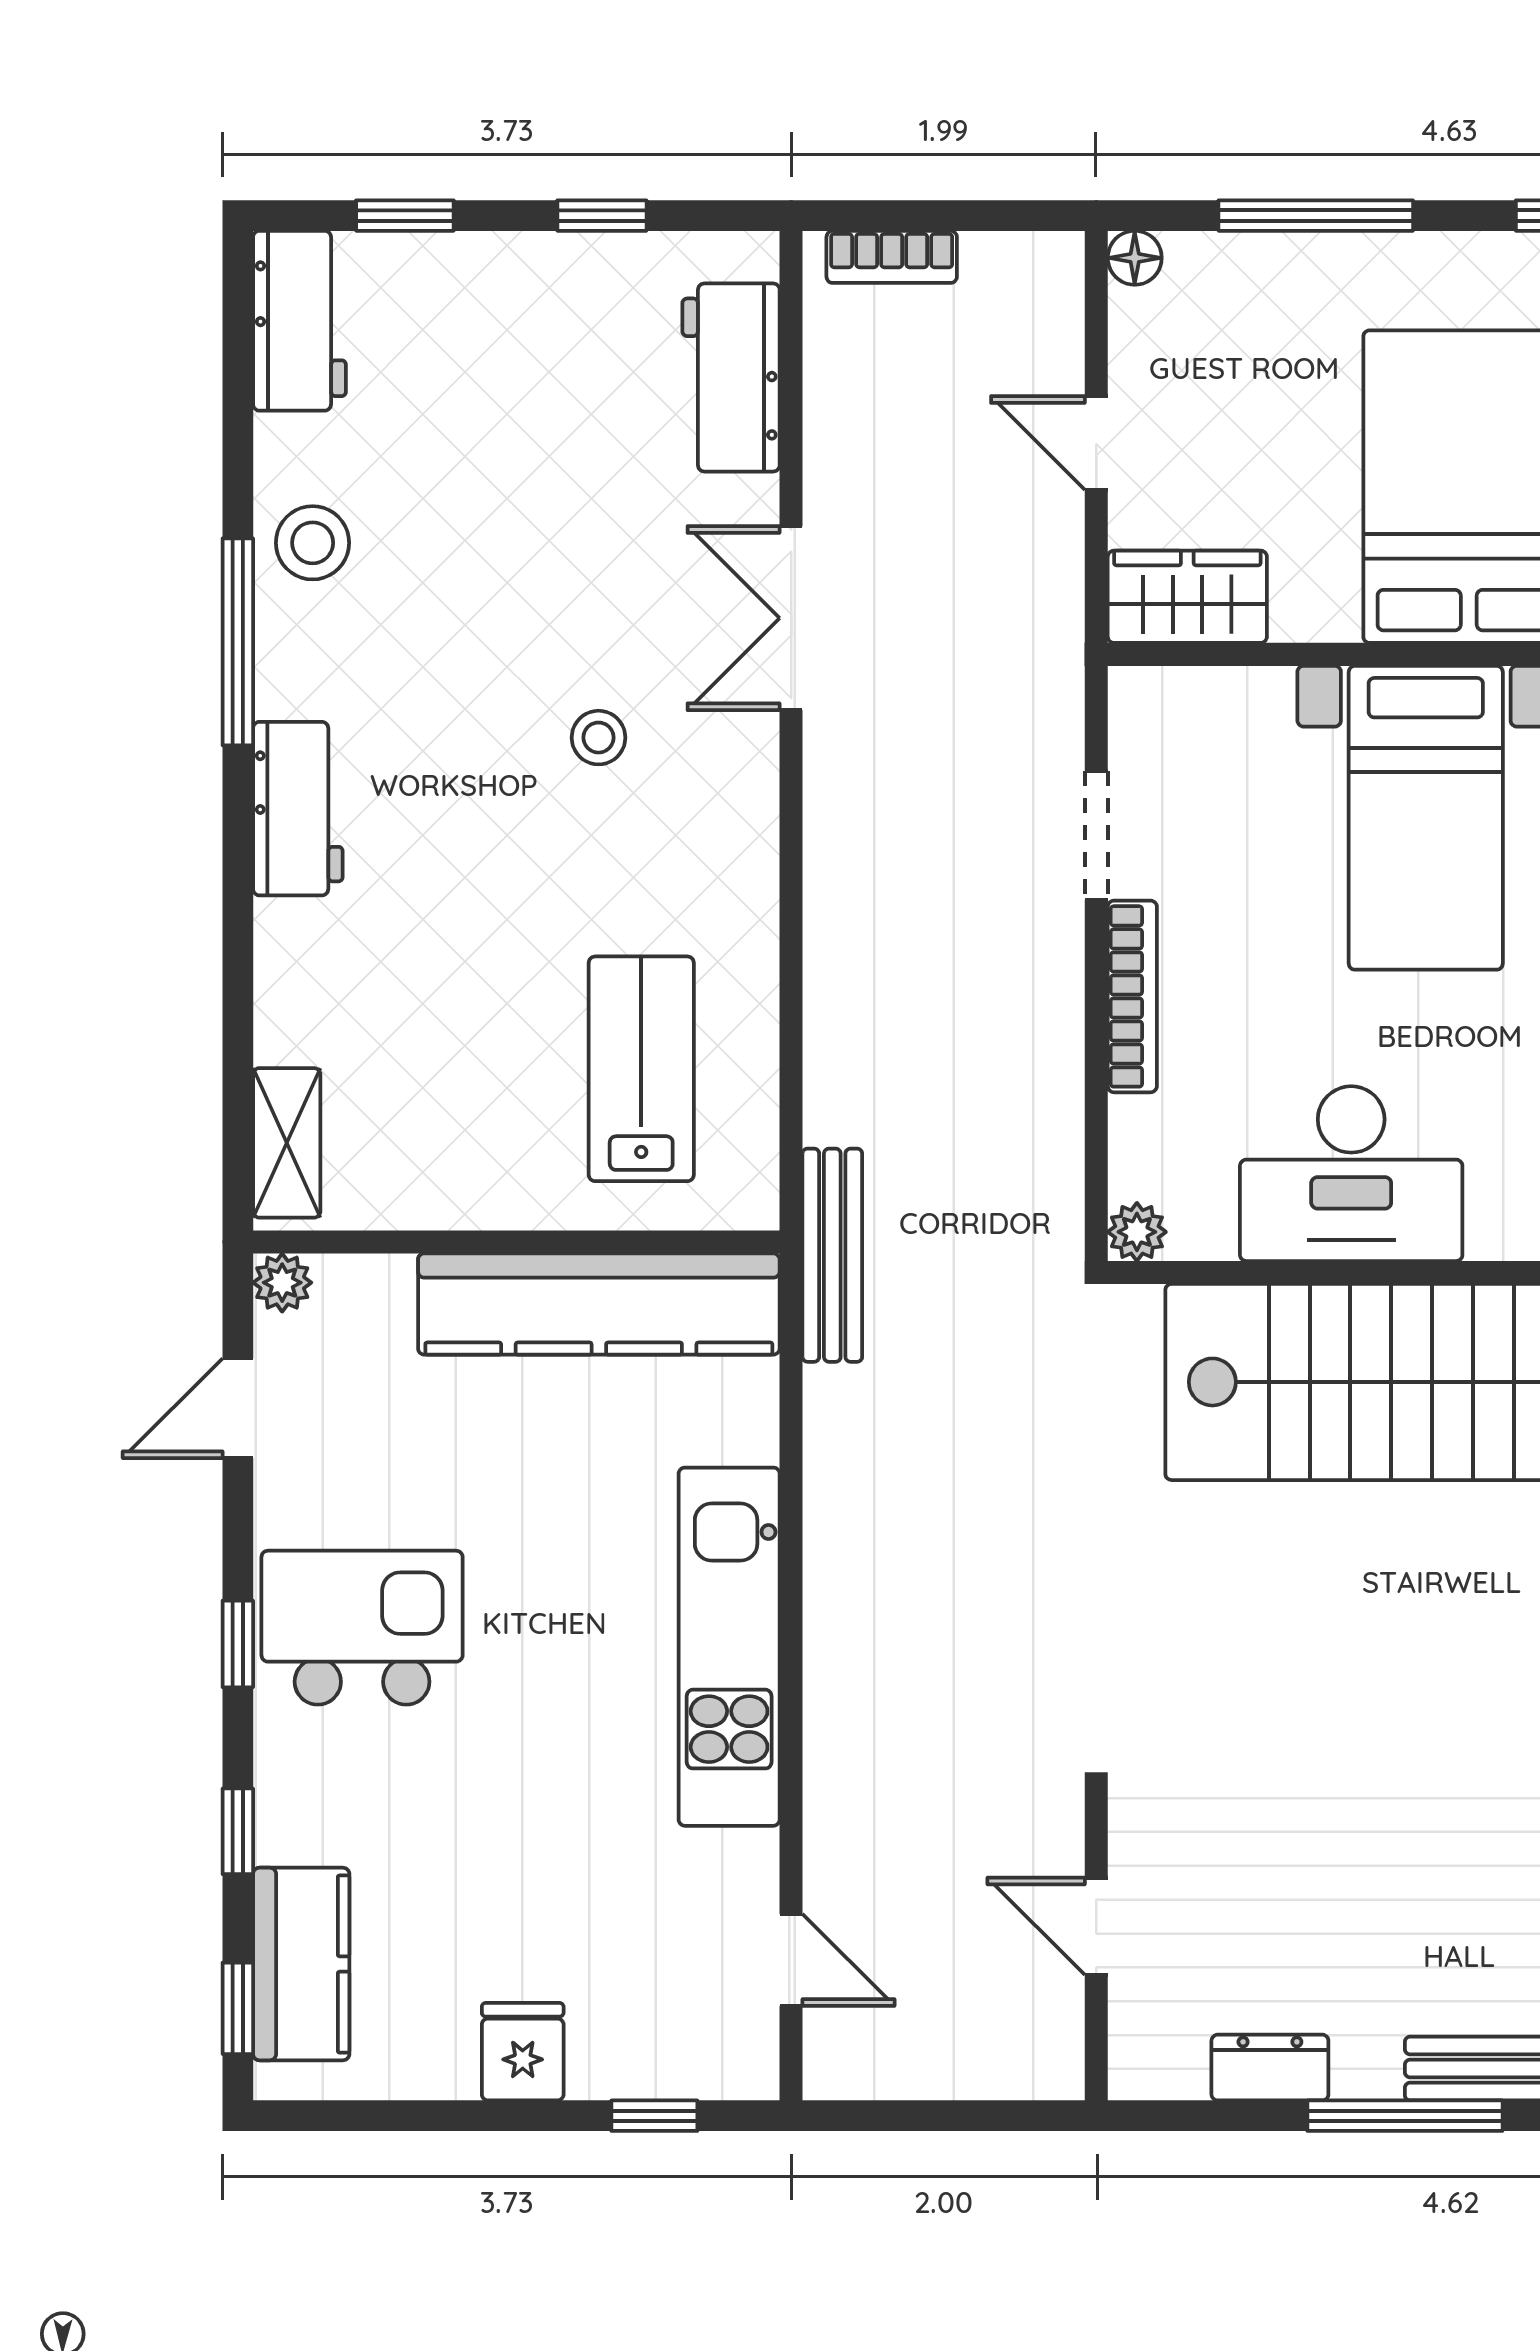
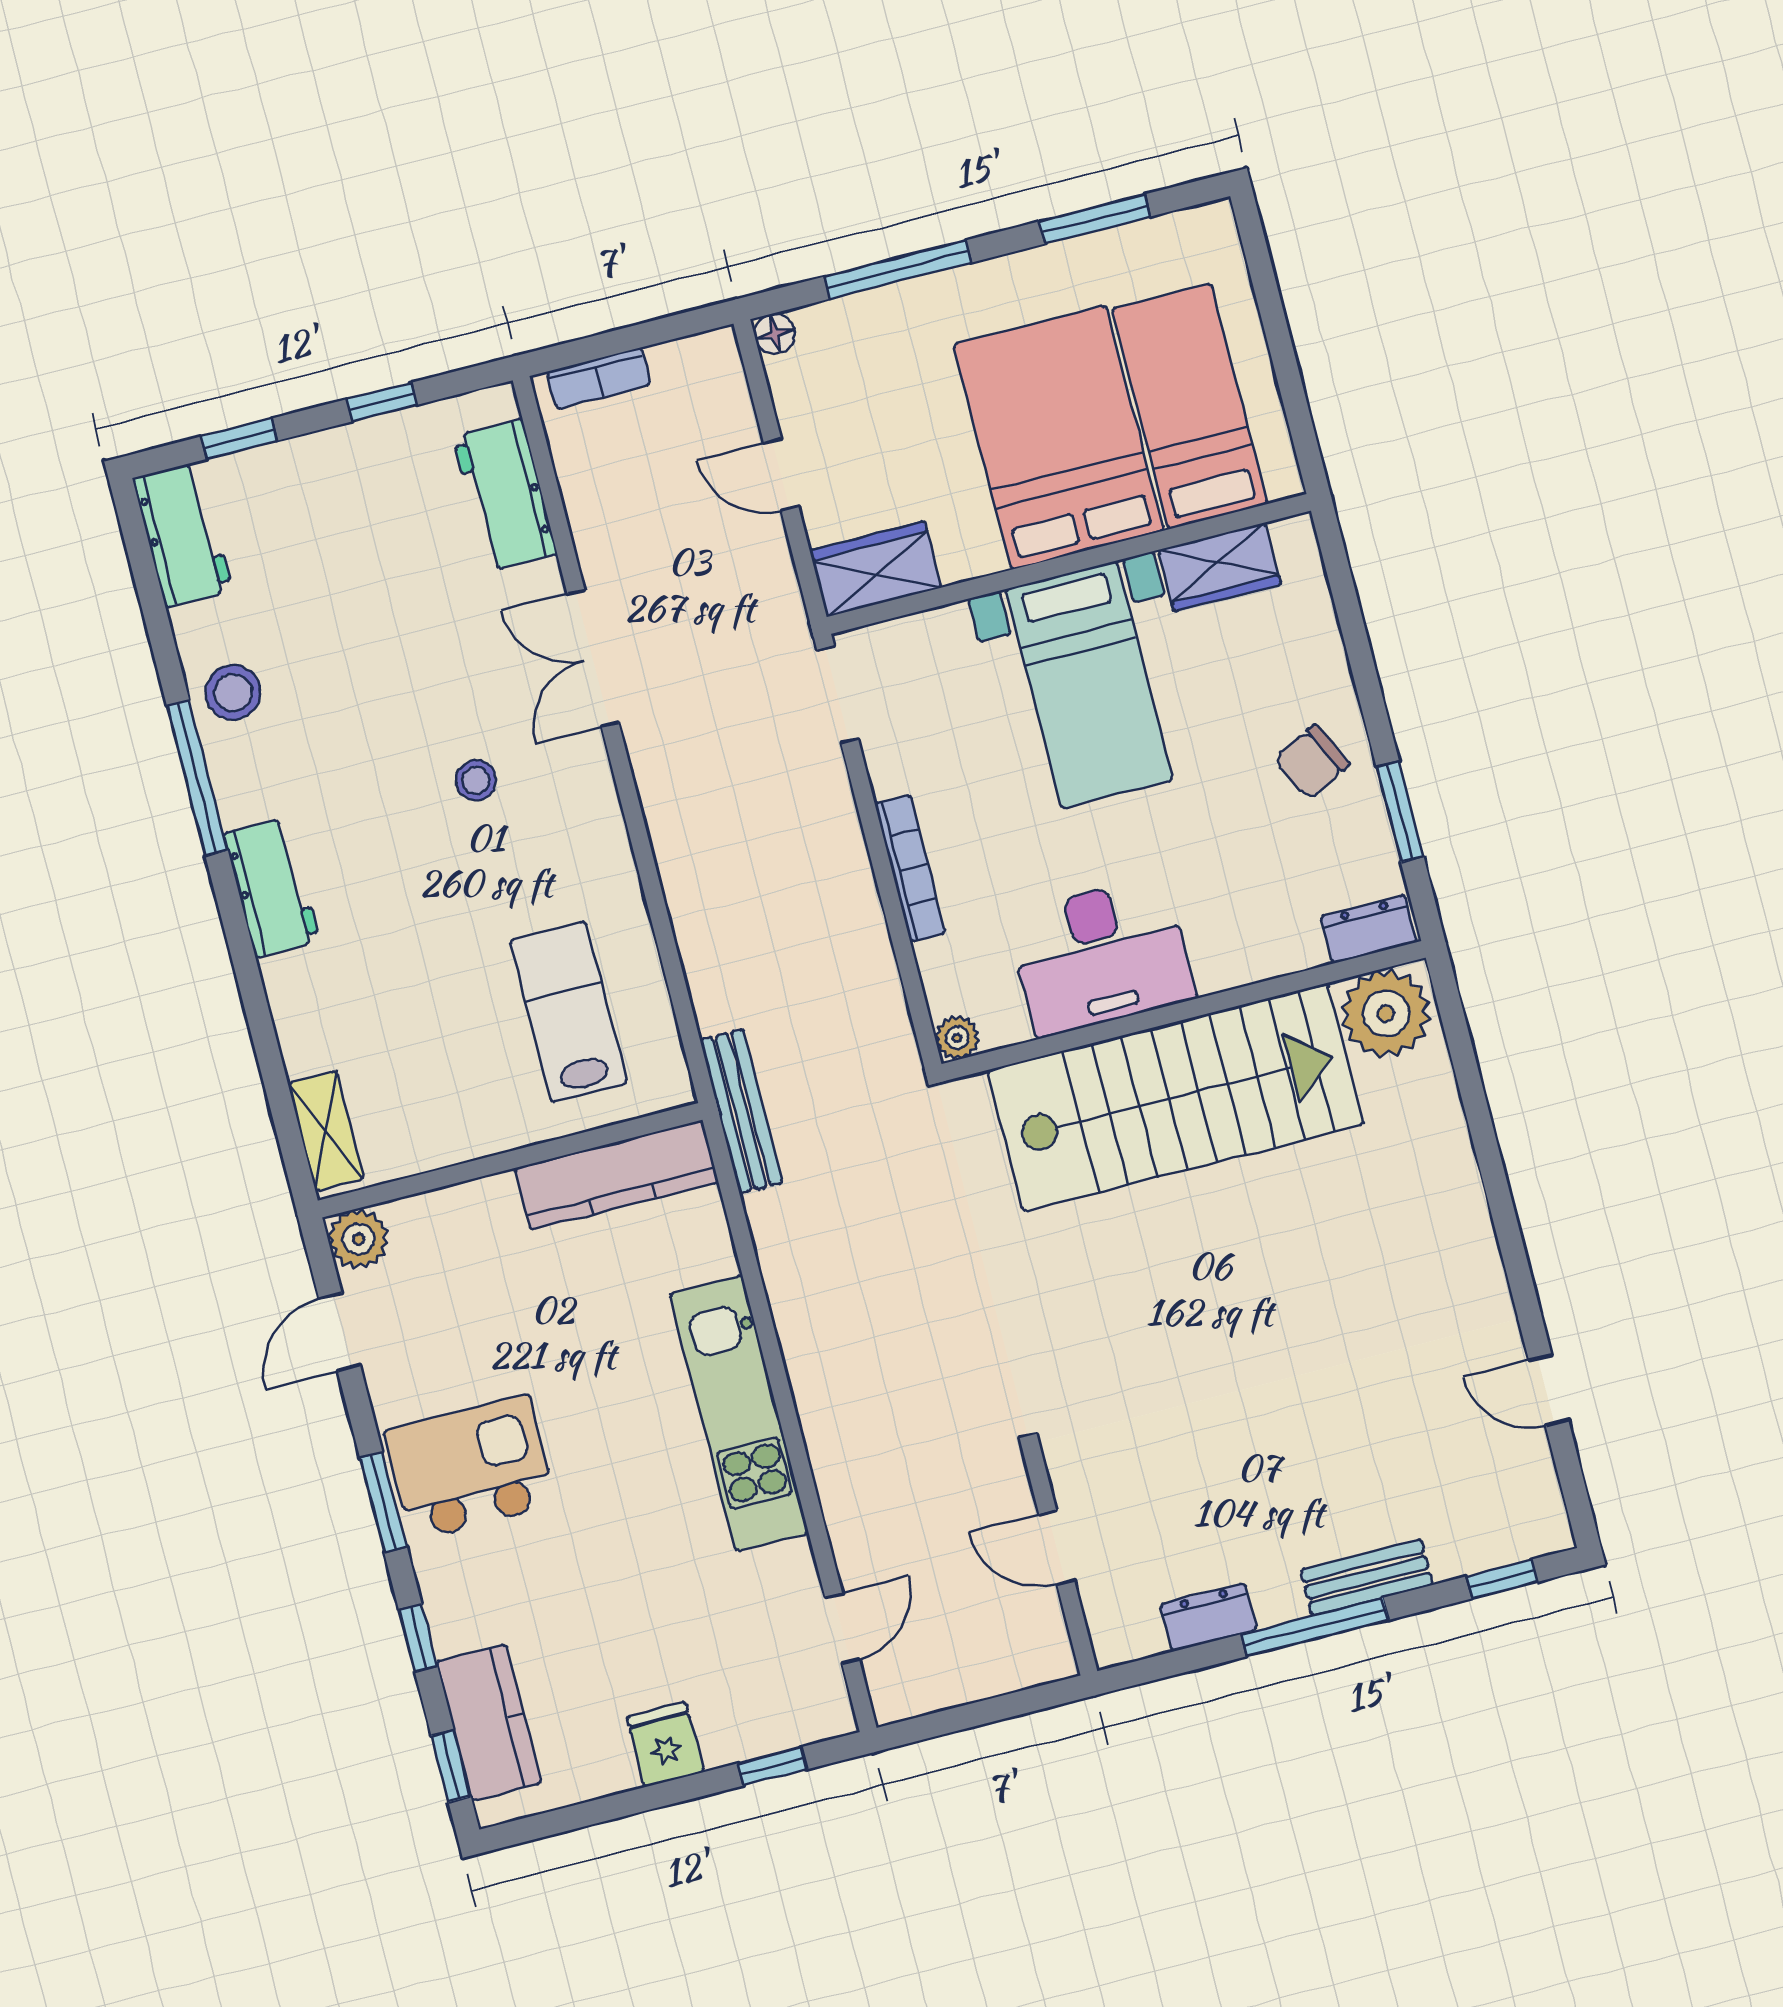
doorway: (1096, 835) -> (838, 694), moved
plant: (282, 1283) -> (358, 1239), width x1.38, depth x1.38
kitchen counter: (599, 1304) -> (617, 1175), width x0.72, depth x0.86
window: (238, 1644) -> (383, 1503), width x1.50
door: (791, 1960) -> (842, 1628), hinge flipped

